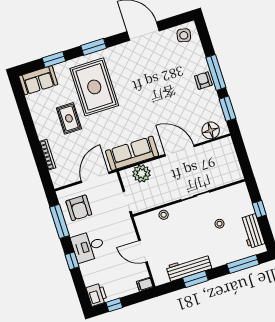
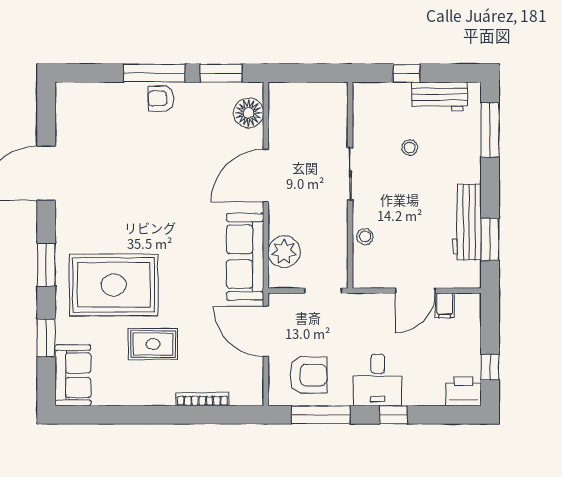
side table: (184, 35) -> (75, 107), removed
window: (195, 279) -> (490, 239), moved
filing cabinet: (145, 284) -> (445, 305), moved

